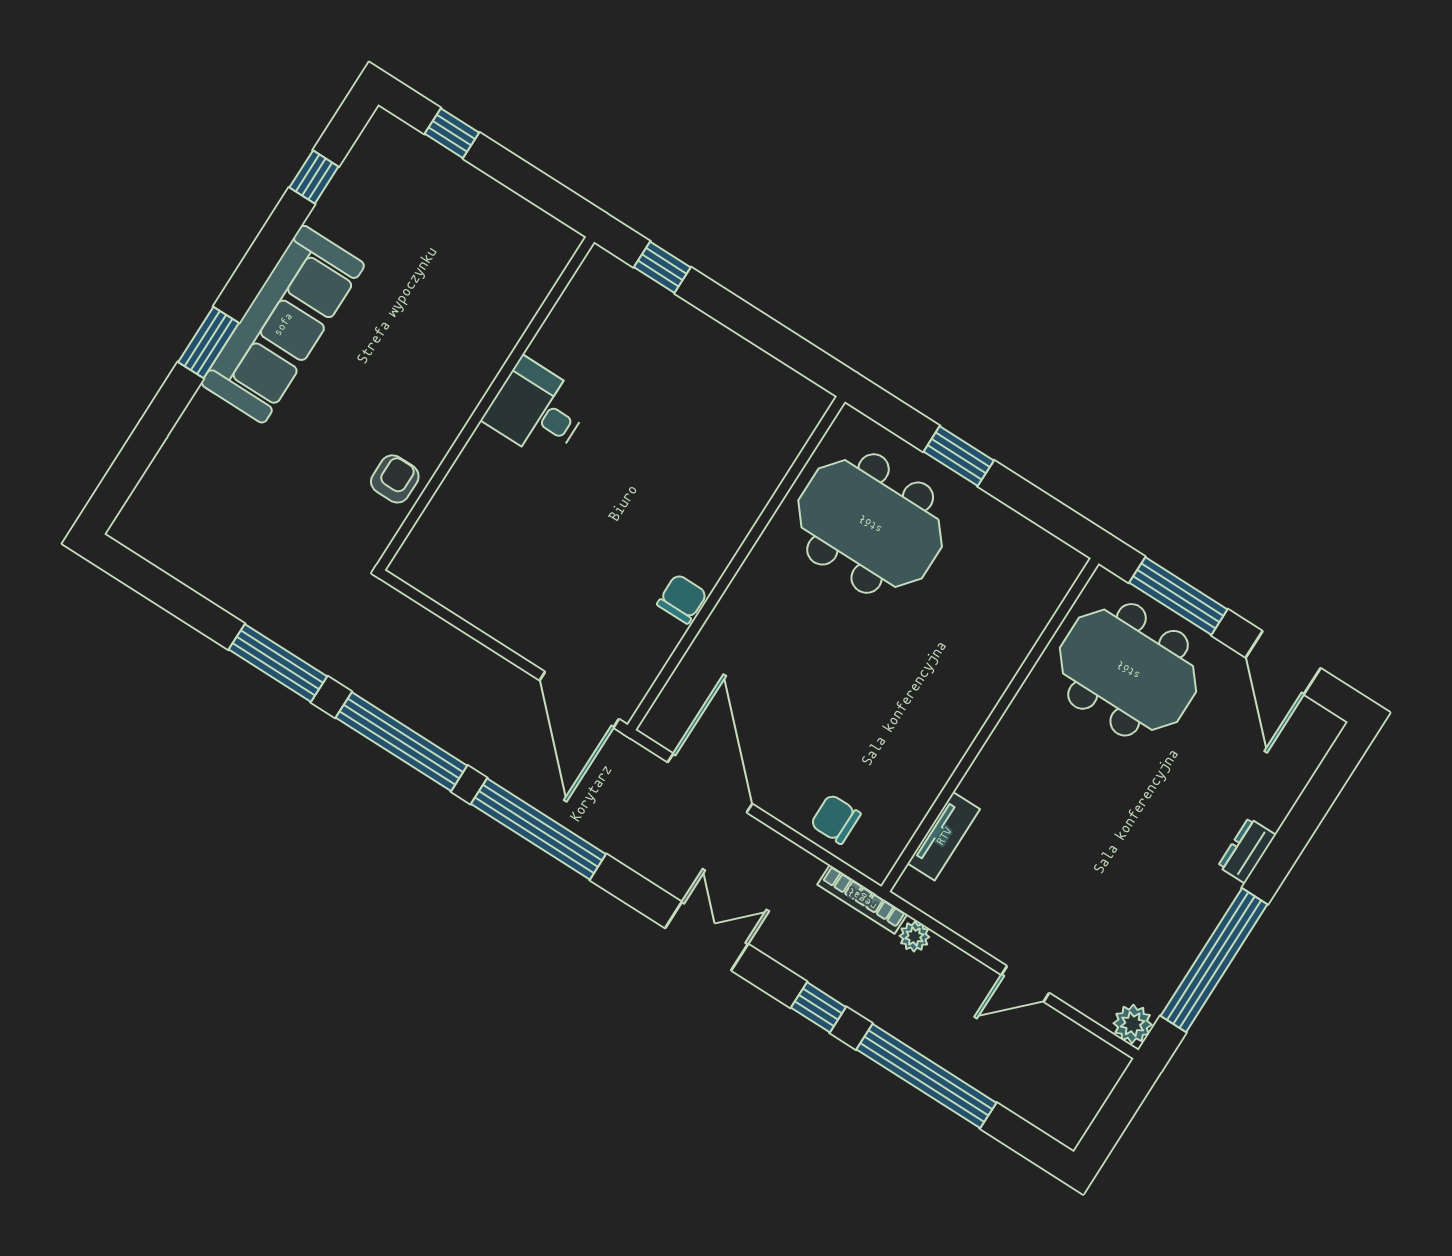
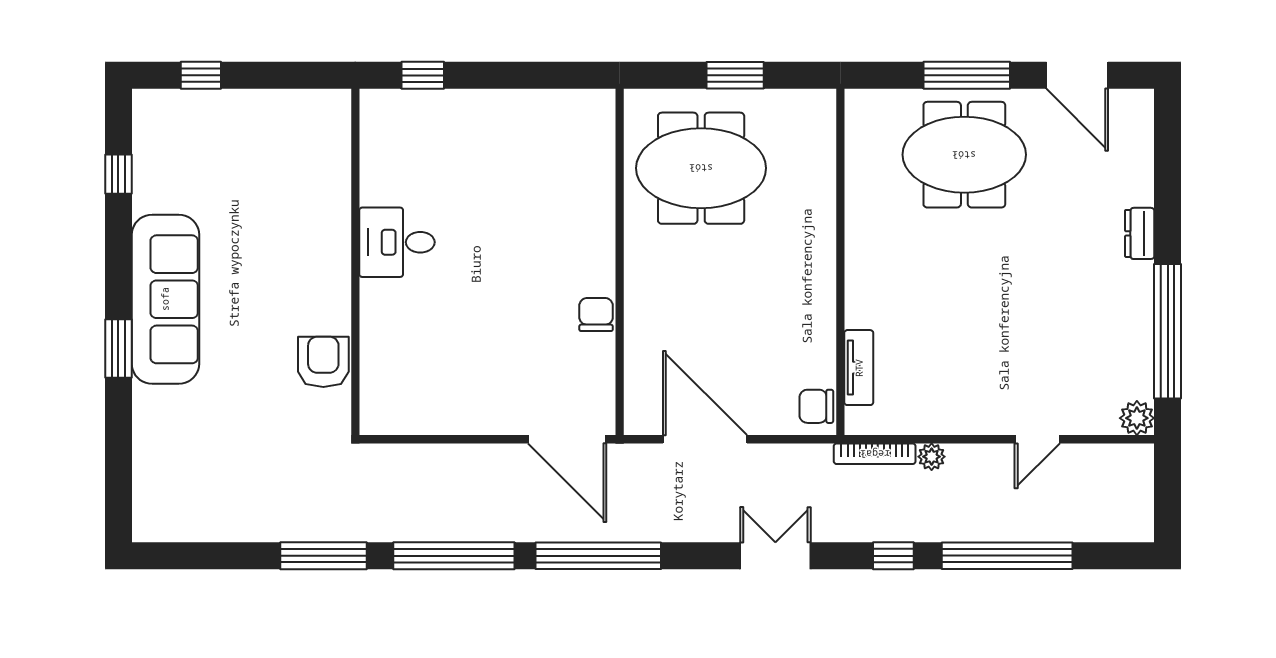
armchair: (395, 479) -> (323, 362), width x1.38, depth x1.38
wall: (990, 725) -> (840, 262), moved
tv unit: (944, 836) -> (859, 368), moved

